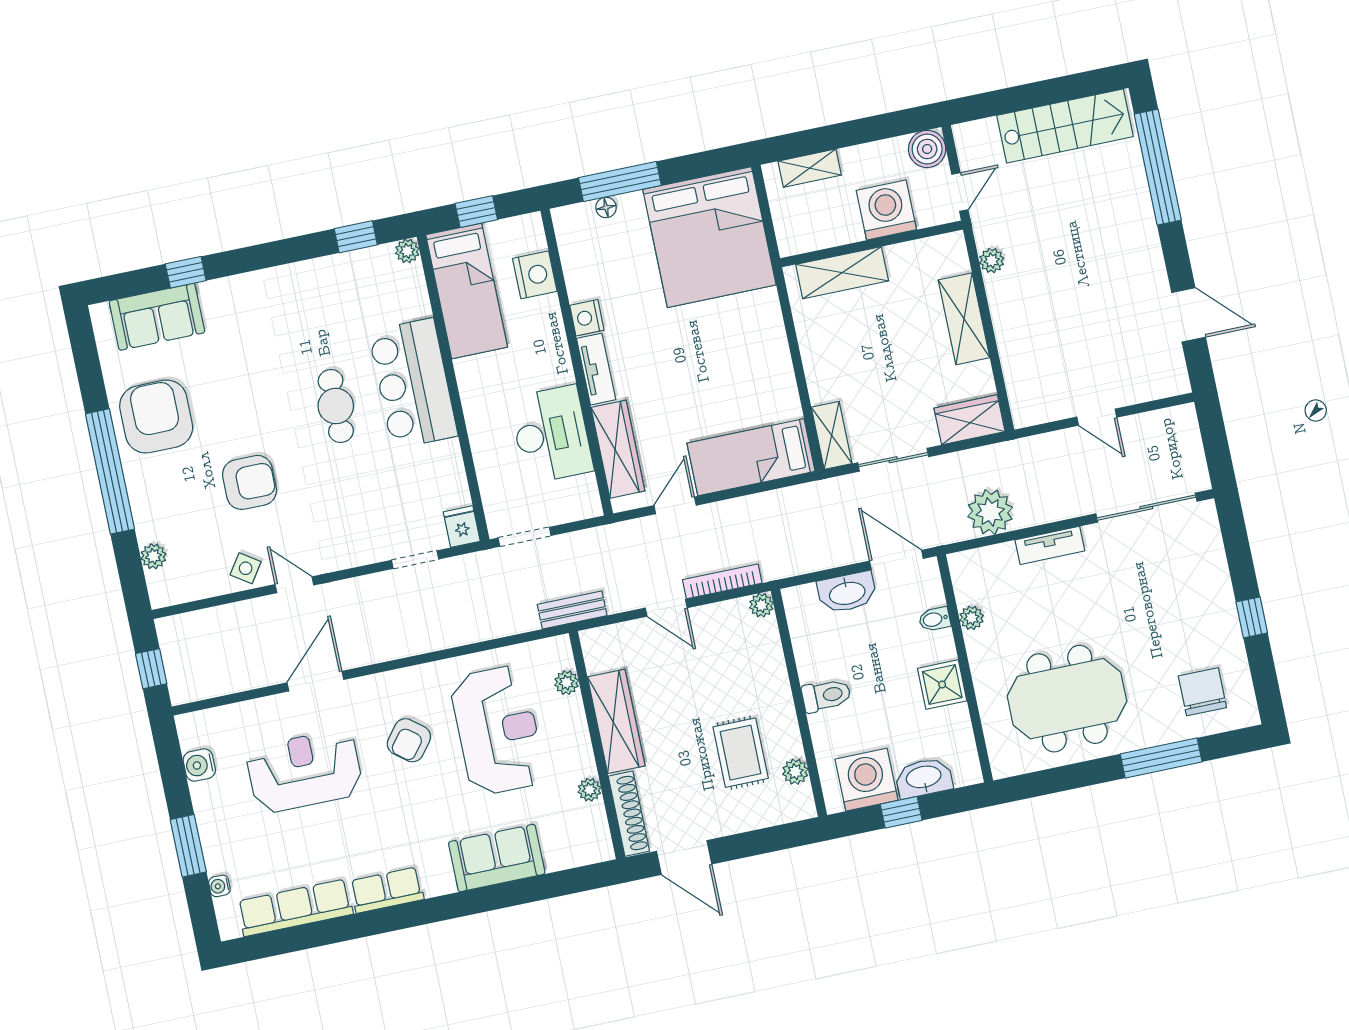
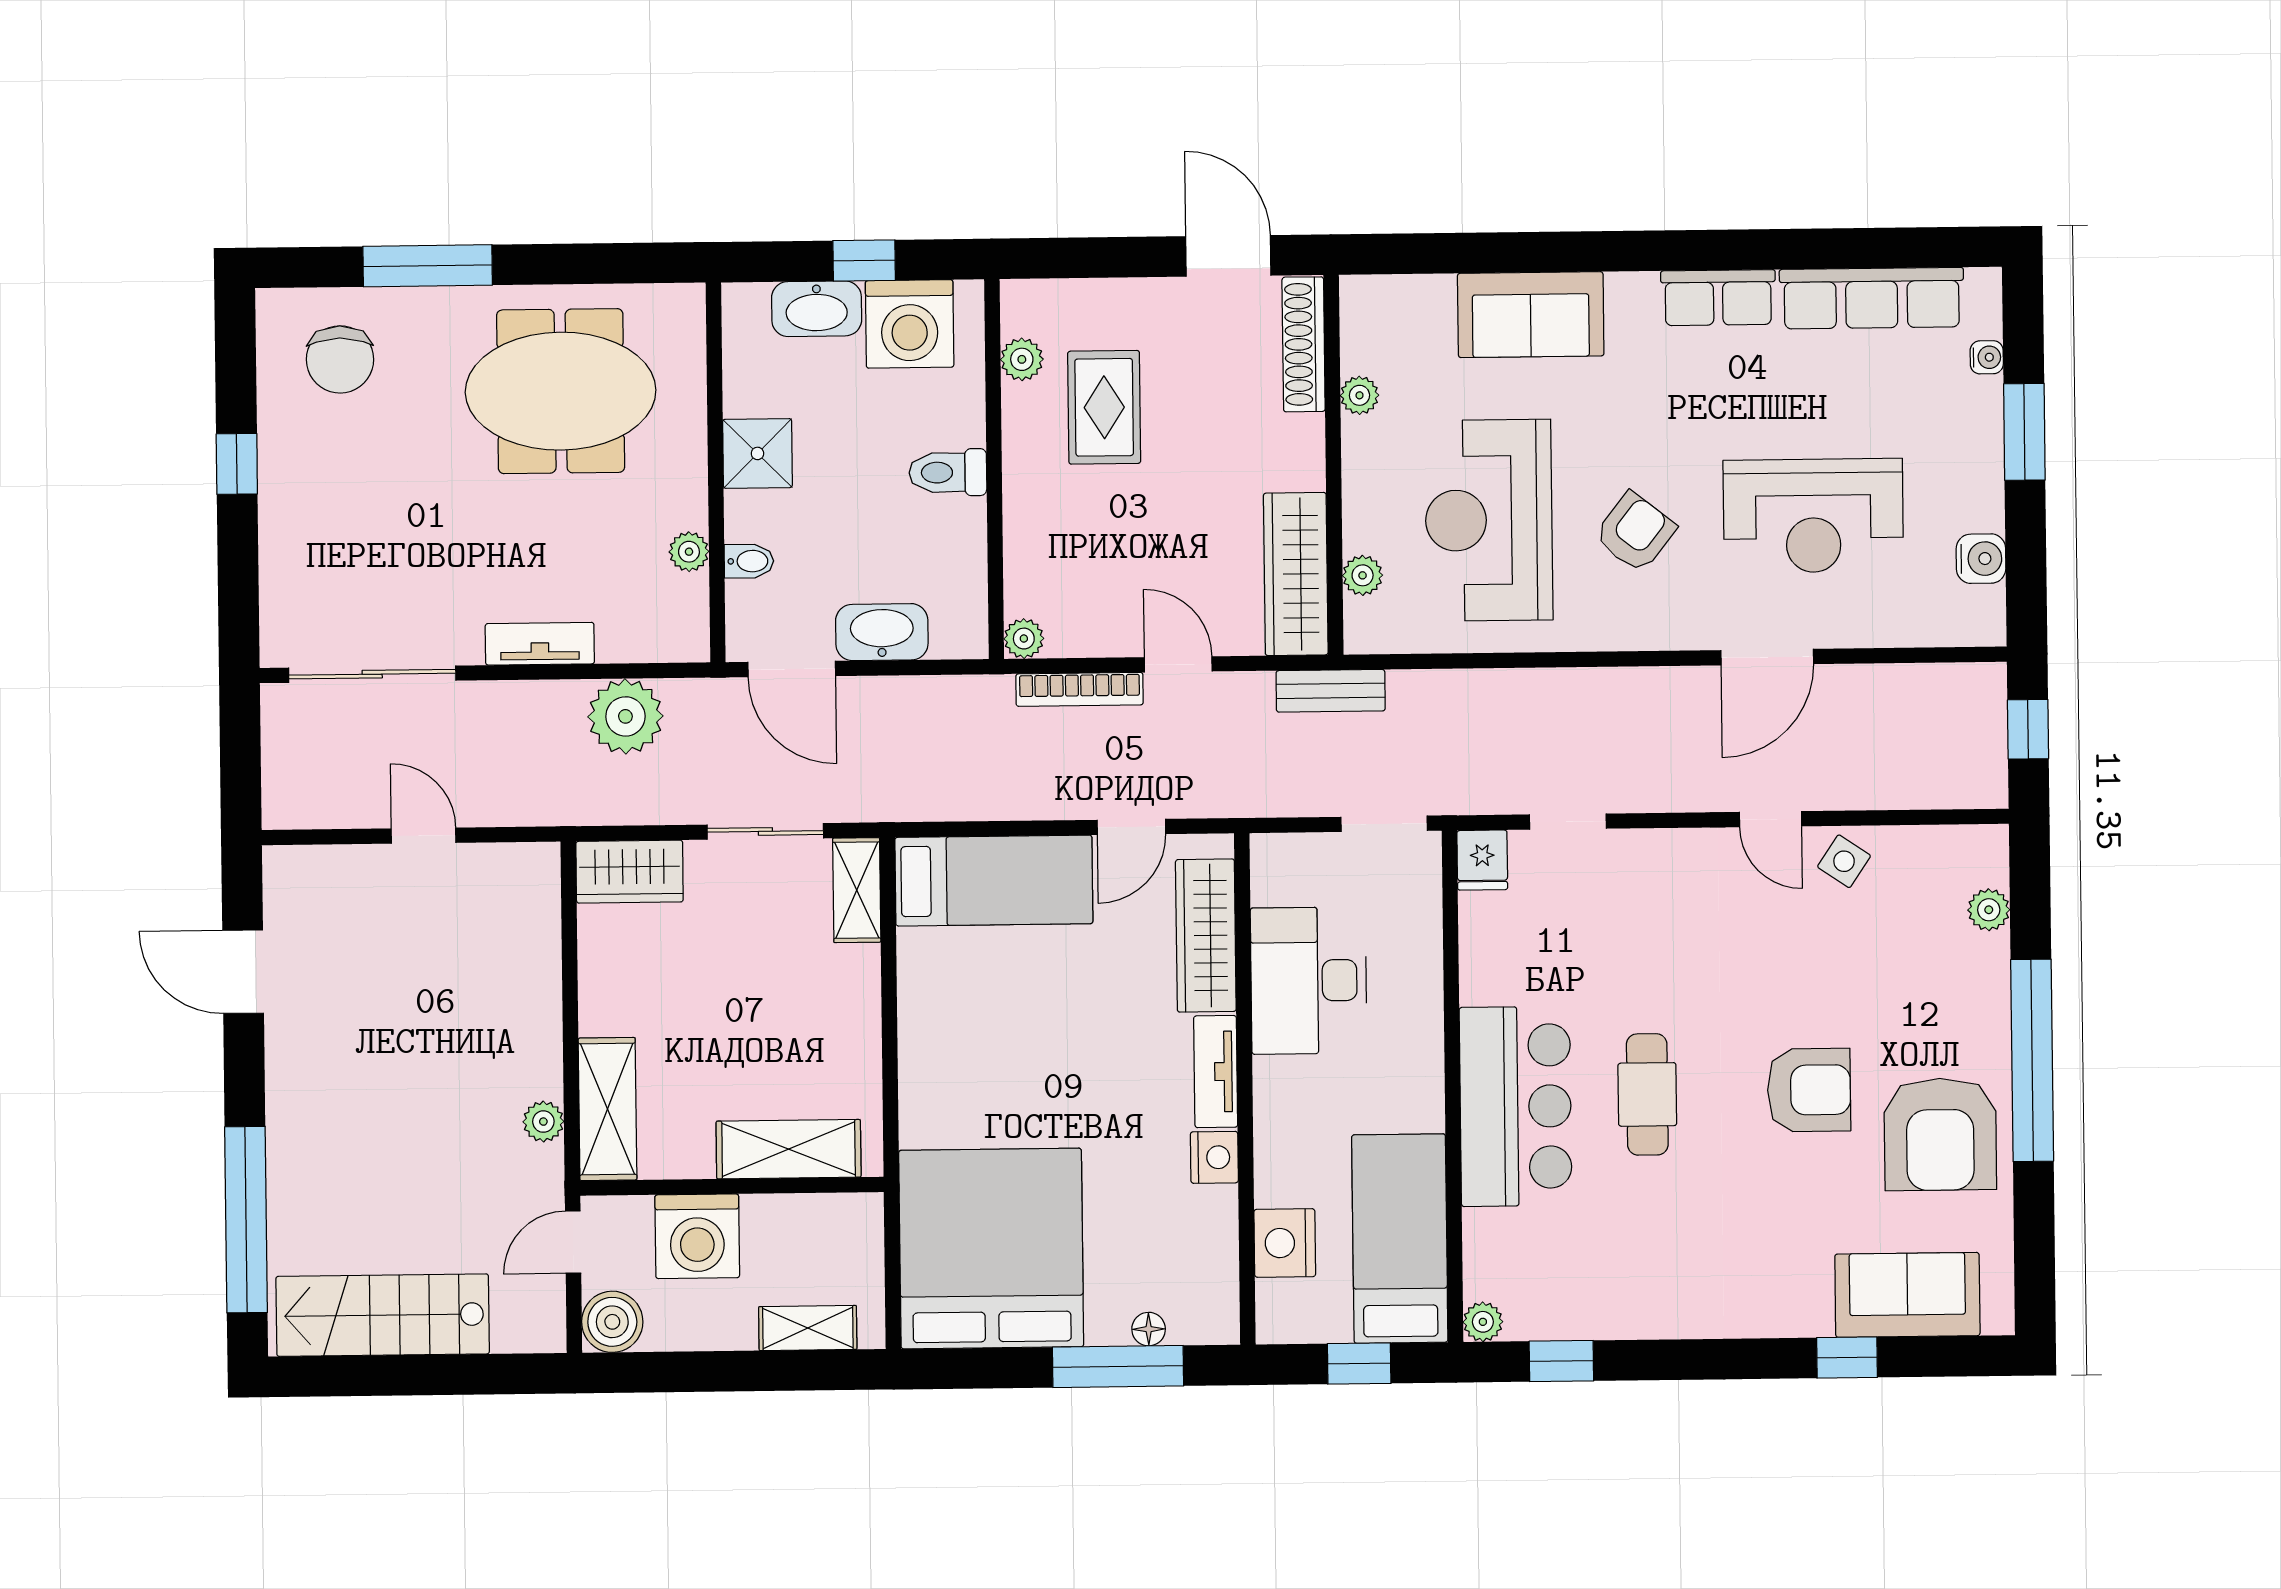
shelving: (964, 319) -> (608, 1109), moved
armchair: (250, 482) -> (1809, 1090), moved, turned 180
wardrobe: (616, 721) -> (1296, 574), moved

